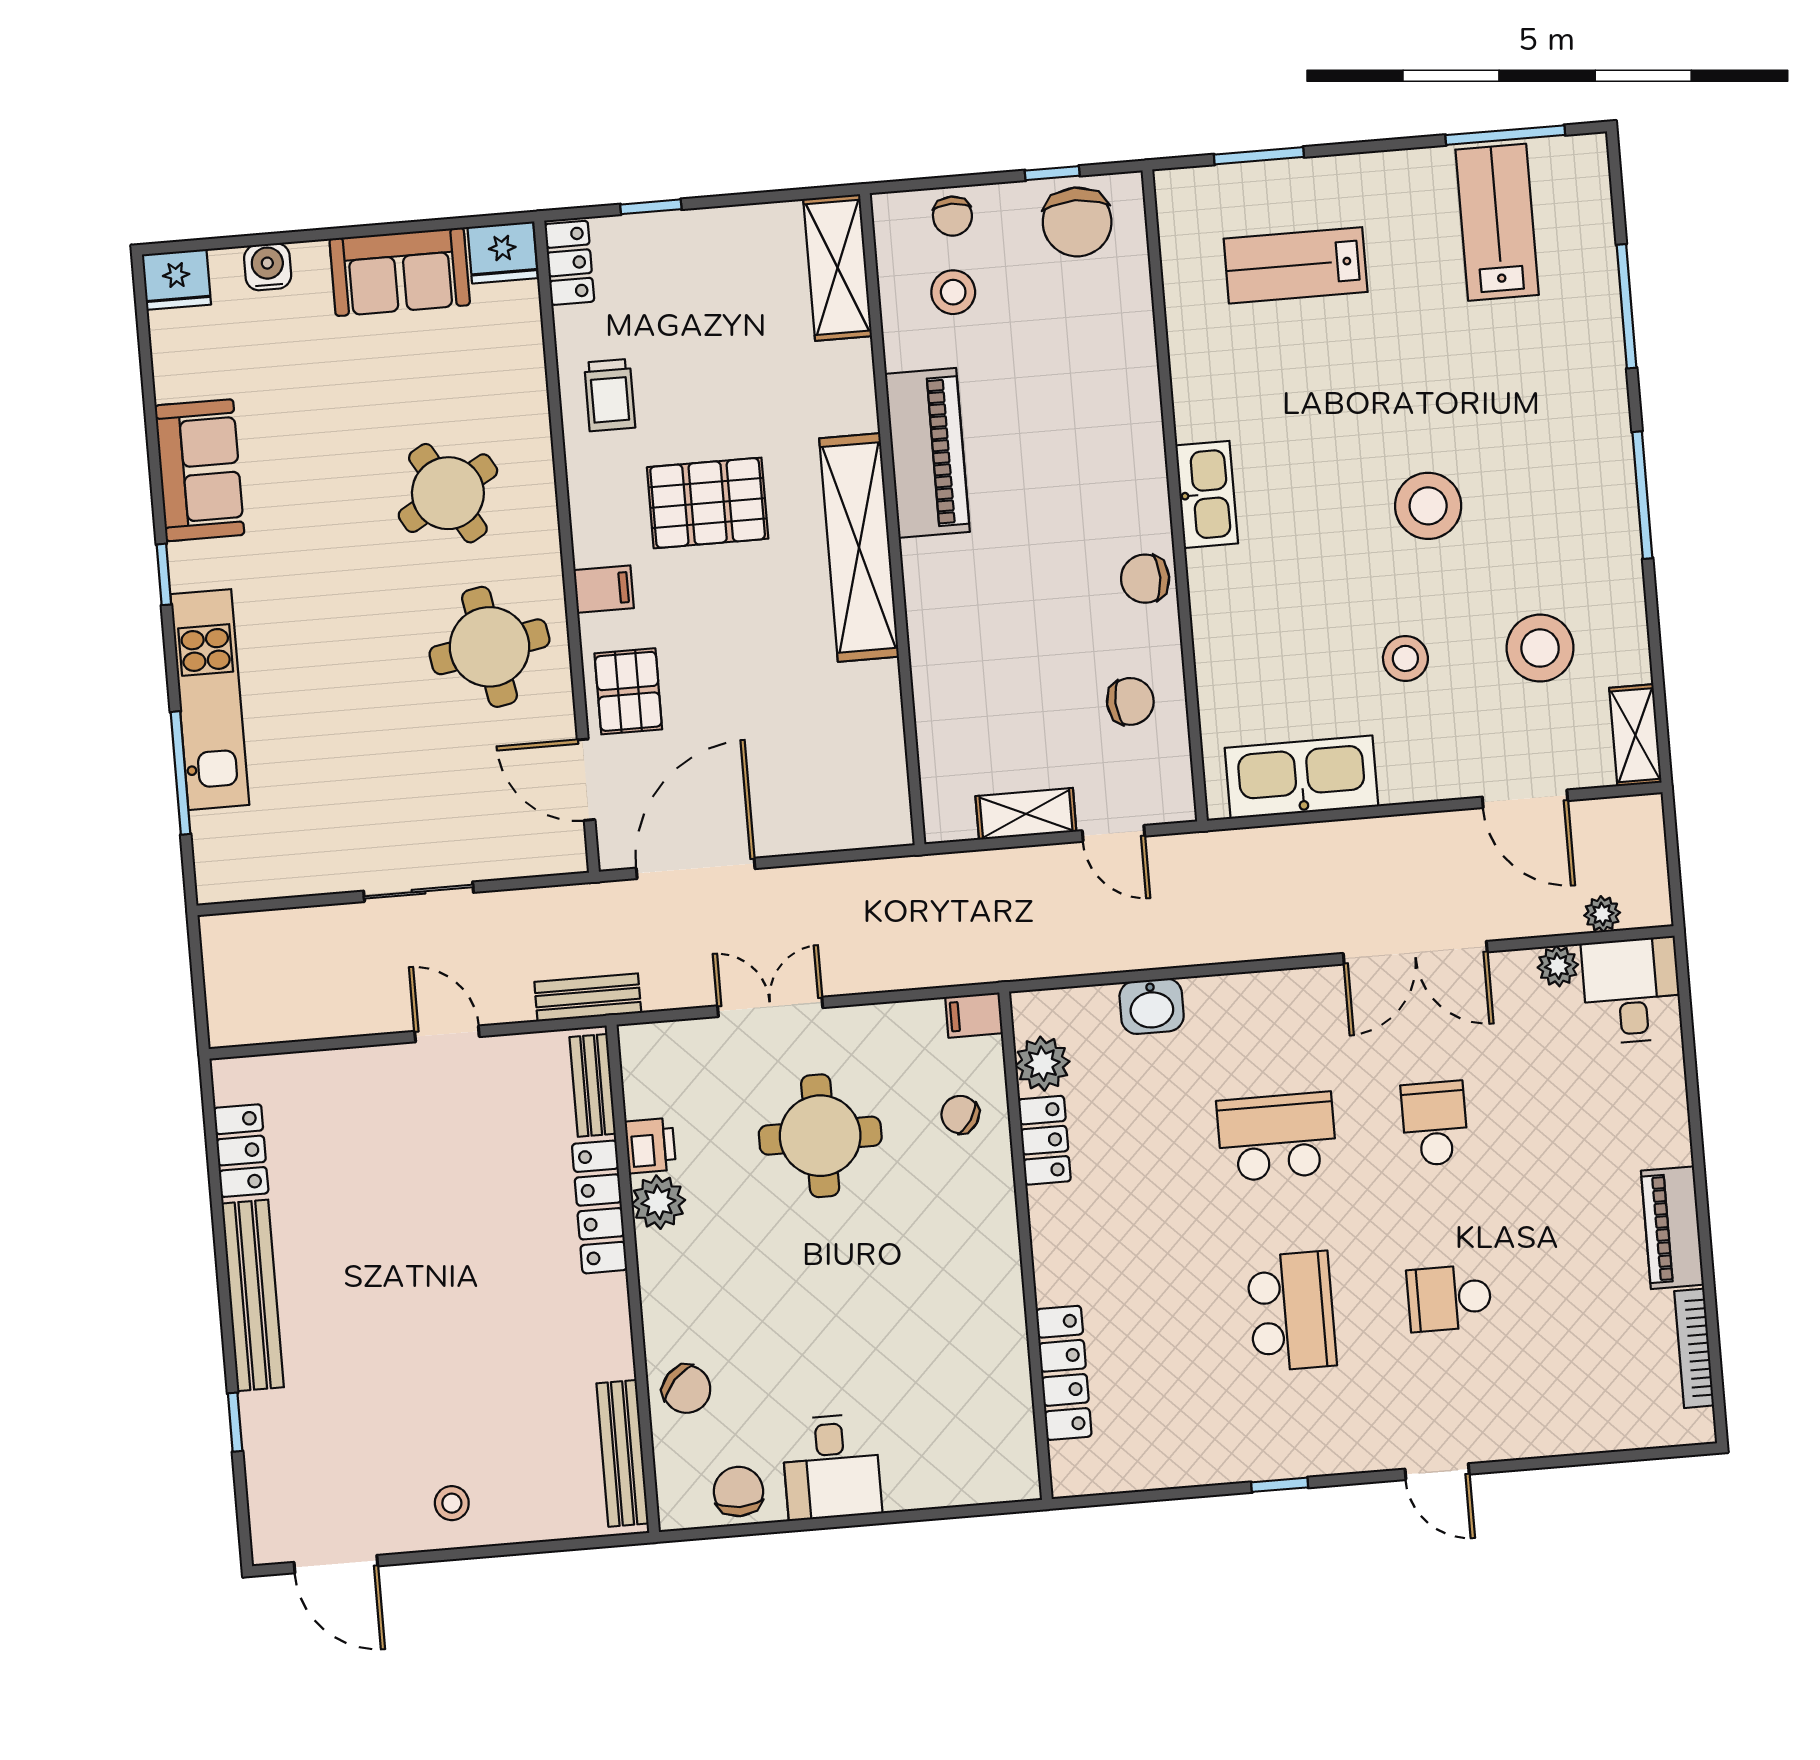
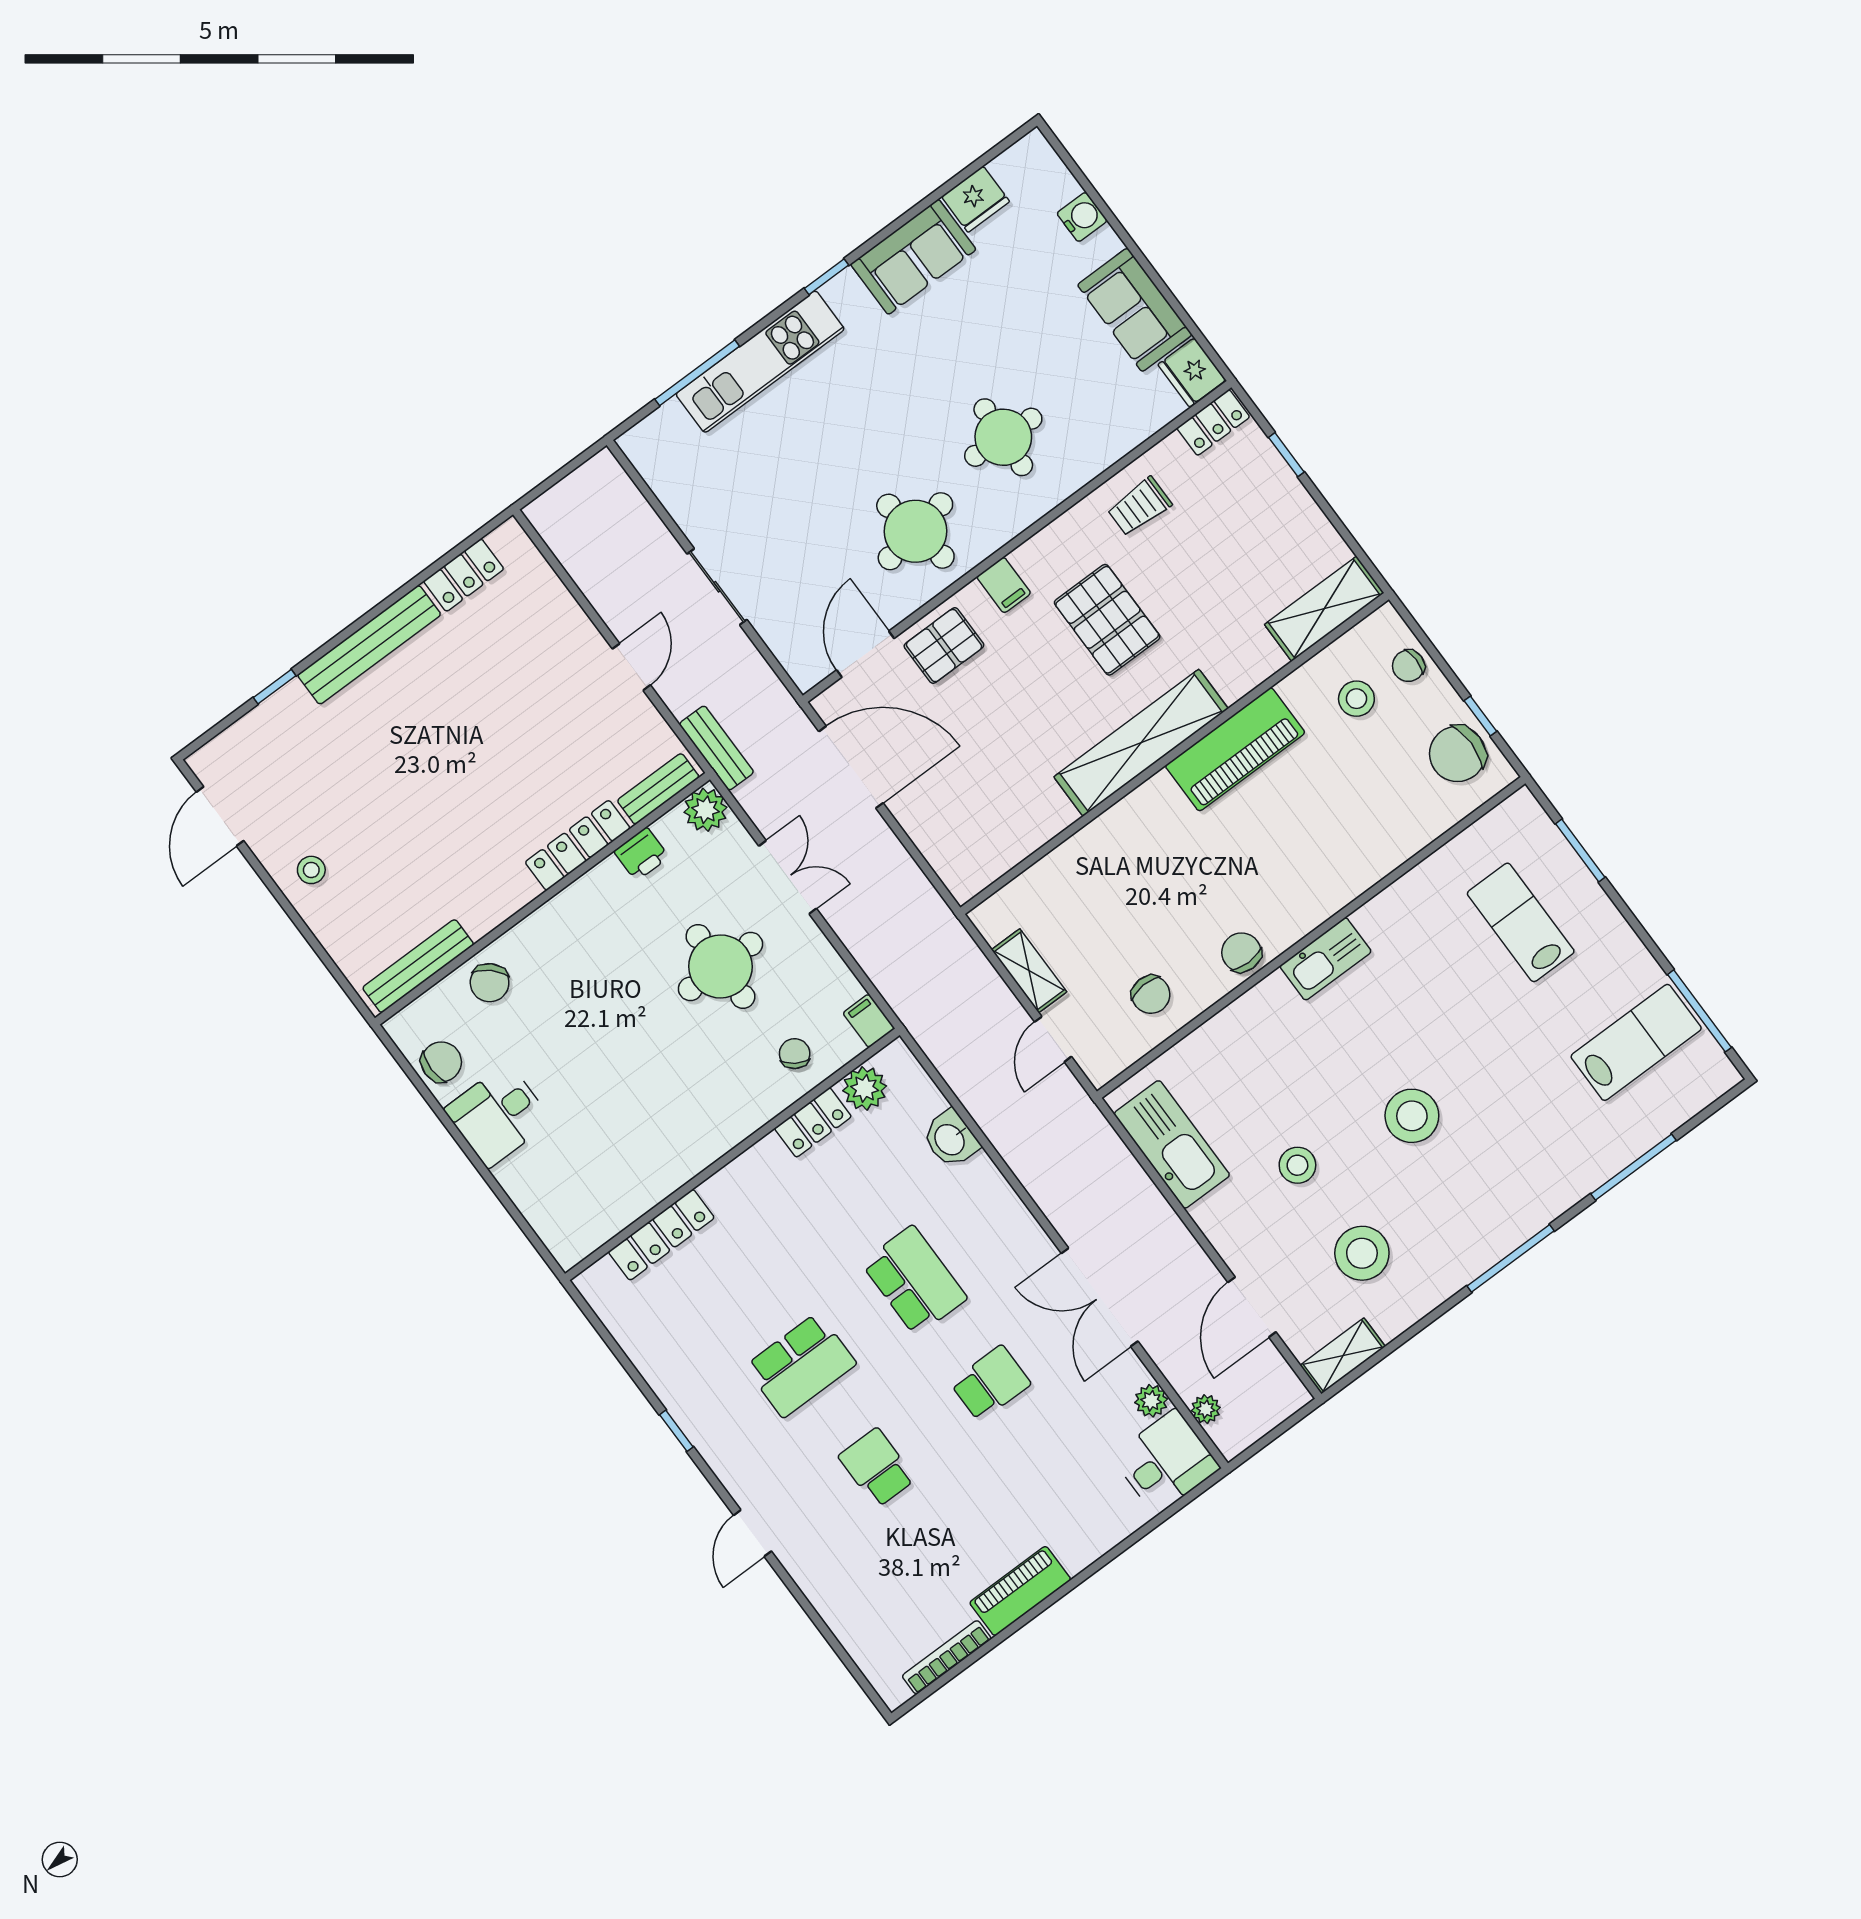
fridge: (176, 279) -> (975, 199), moved, turned -90
round table: (448, 493) -> (1003, 437), turned 33
plant: (658, 1202) -> (706, 810), moved

